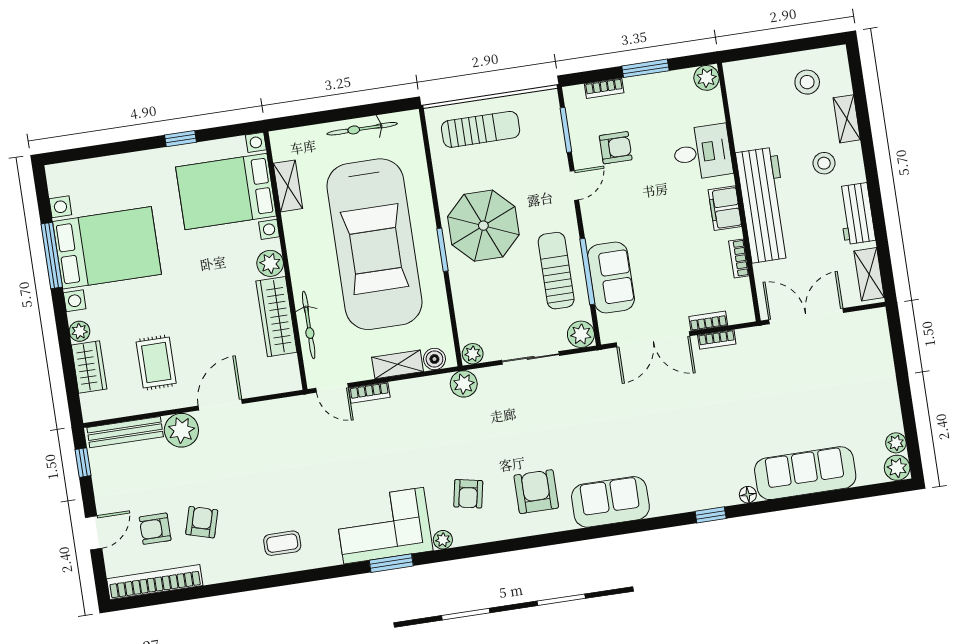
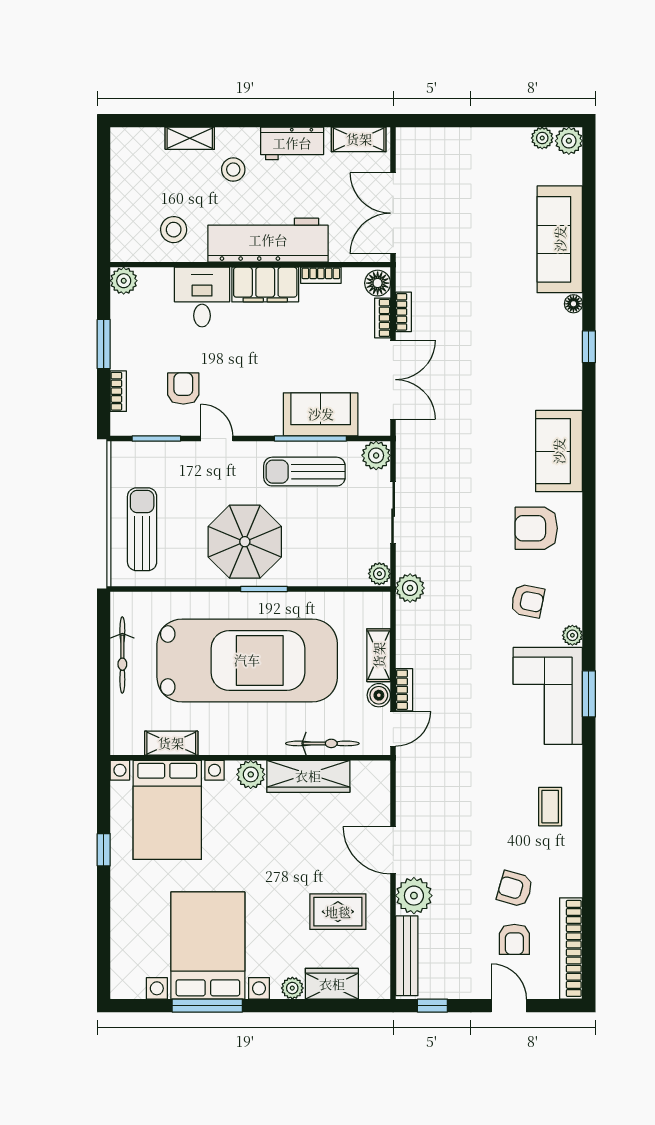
stool: (807, 82) -> (174, 230), moved
filing cabinet: (725, 208) -> (265, 285), width x1.50, depth x1.17
floor lamp: (740, 312) -> (378, 283), added
boiler: (434, 359) -> (379, 695), moved

